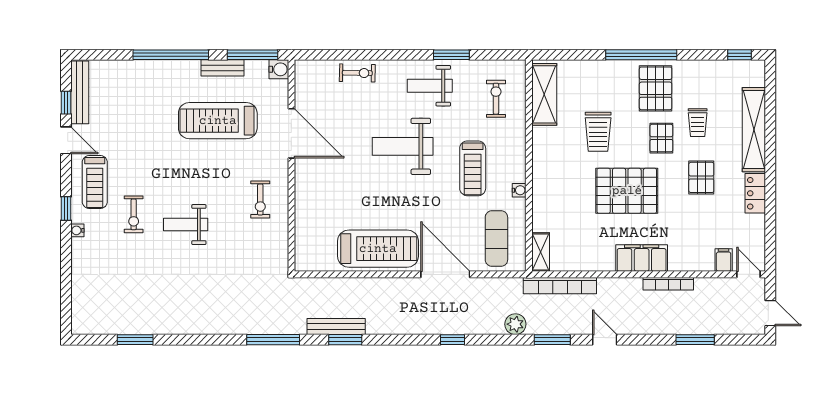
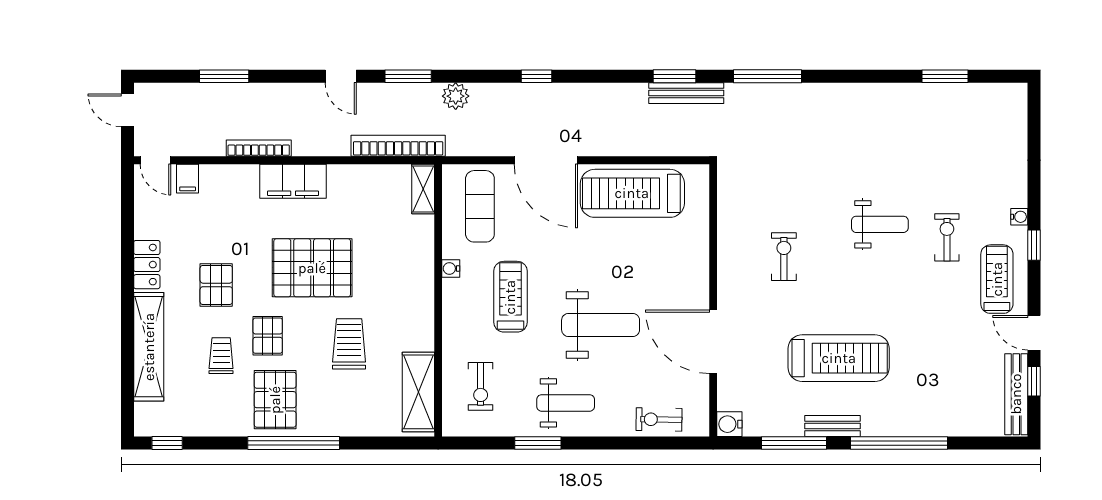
water cooler: (279, 69) -> (729, 424), moved
door: (291, 133) -> (713, 342), moved
wall: (291, 166) -> (713, 300), moved

